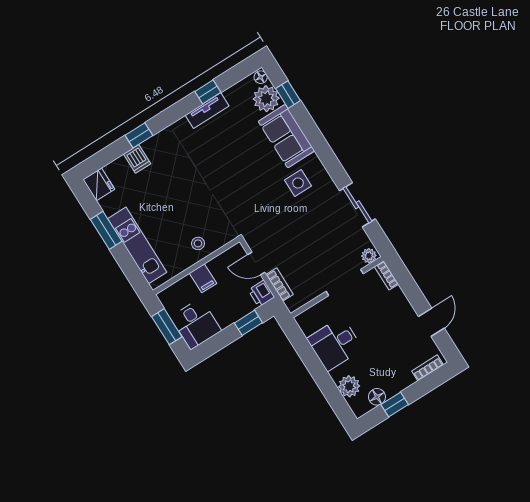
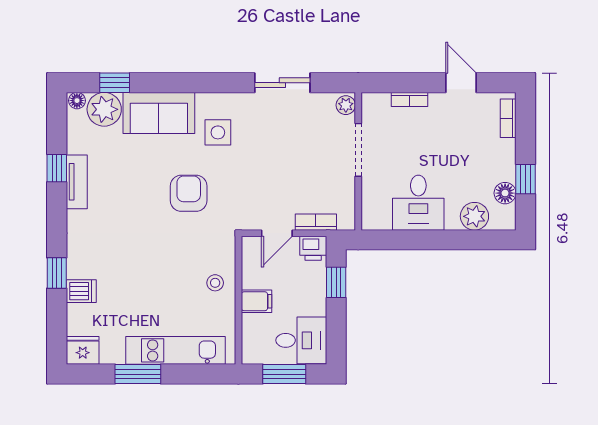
armchair: (246, 189) -> (189, 193), added
bookcase: (386, 275) -> (409, 99), moved

